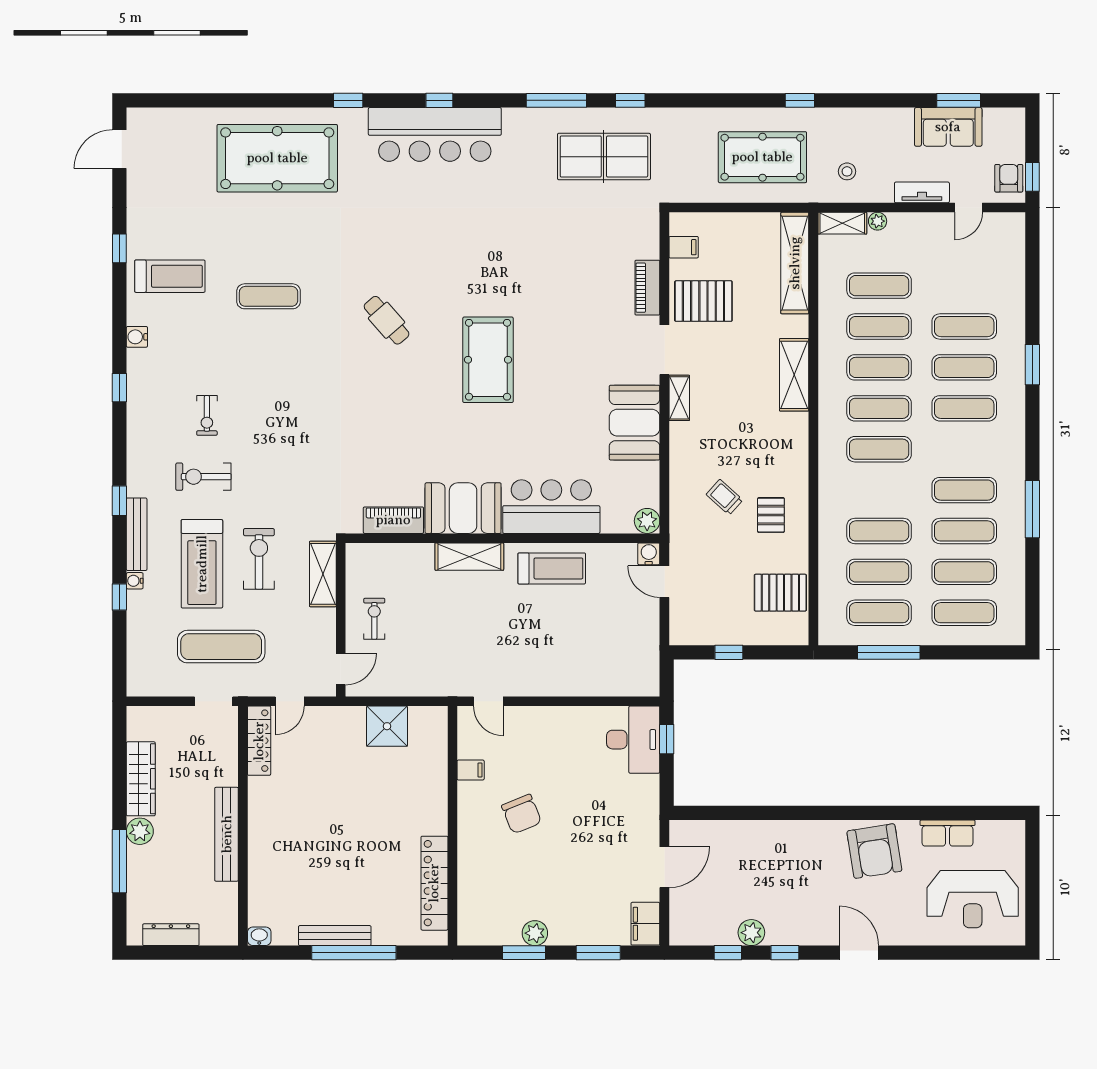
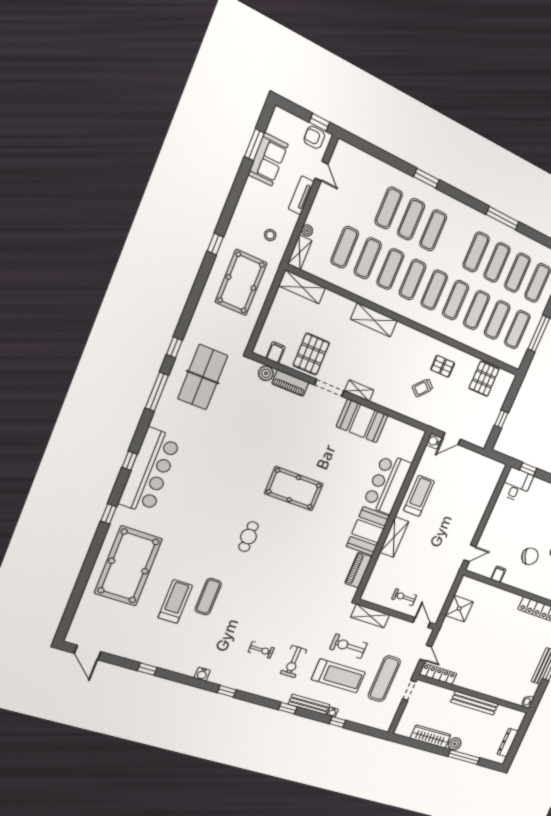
shelving: (795, 263) -> (302, 287), width x0.68
treadmill: (170, 276) -> (175, 601), moved
cafe table: (387, 320) -> (248, 537), turned -49
exercise mat: (879, 490) -> (456, 300), added
plant: (647, 521) -> (266, 373), moved
desk: (633, 740) -> (516, 485), width x0.73

